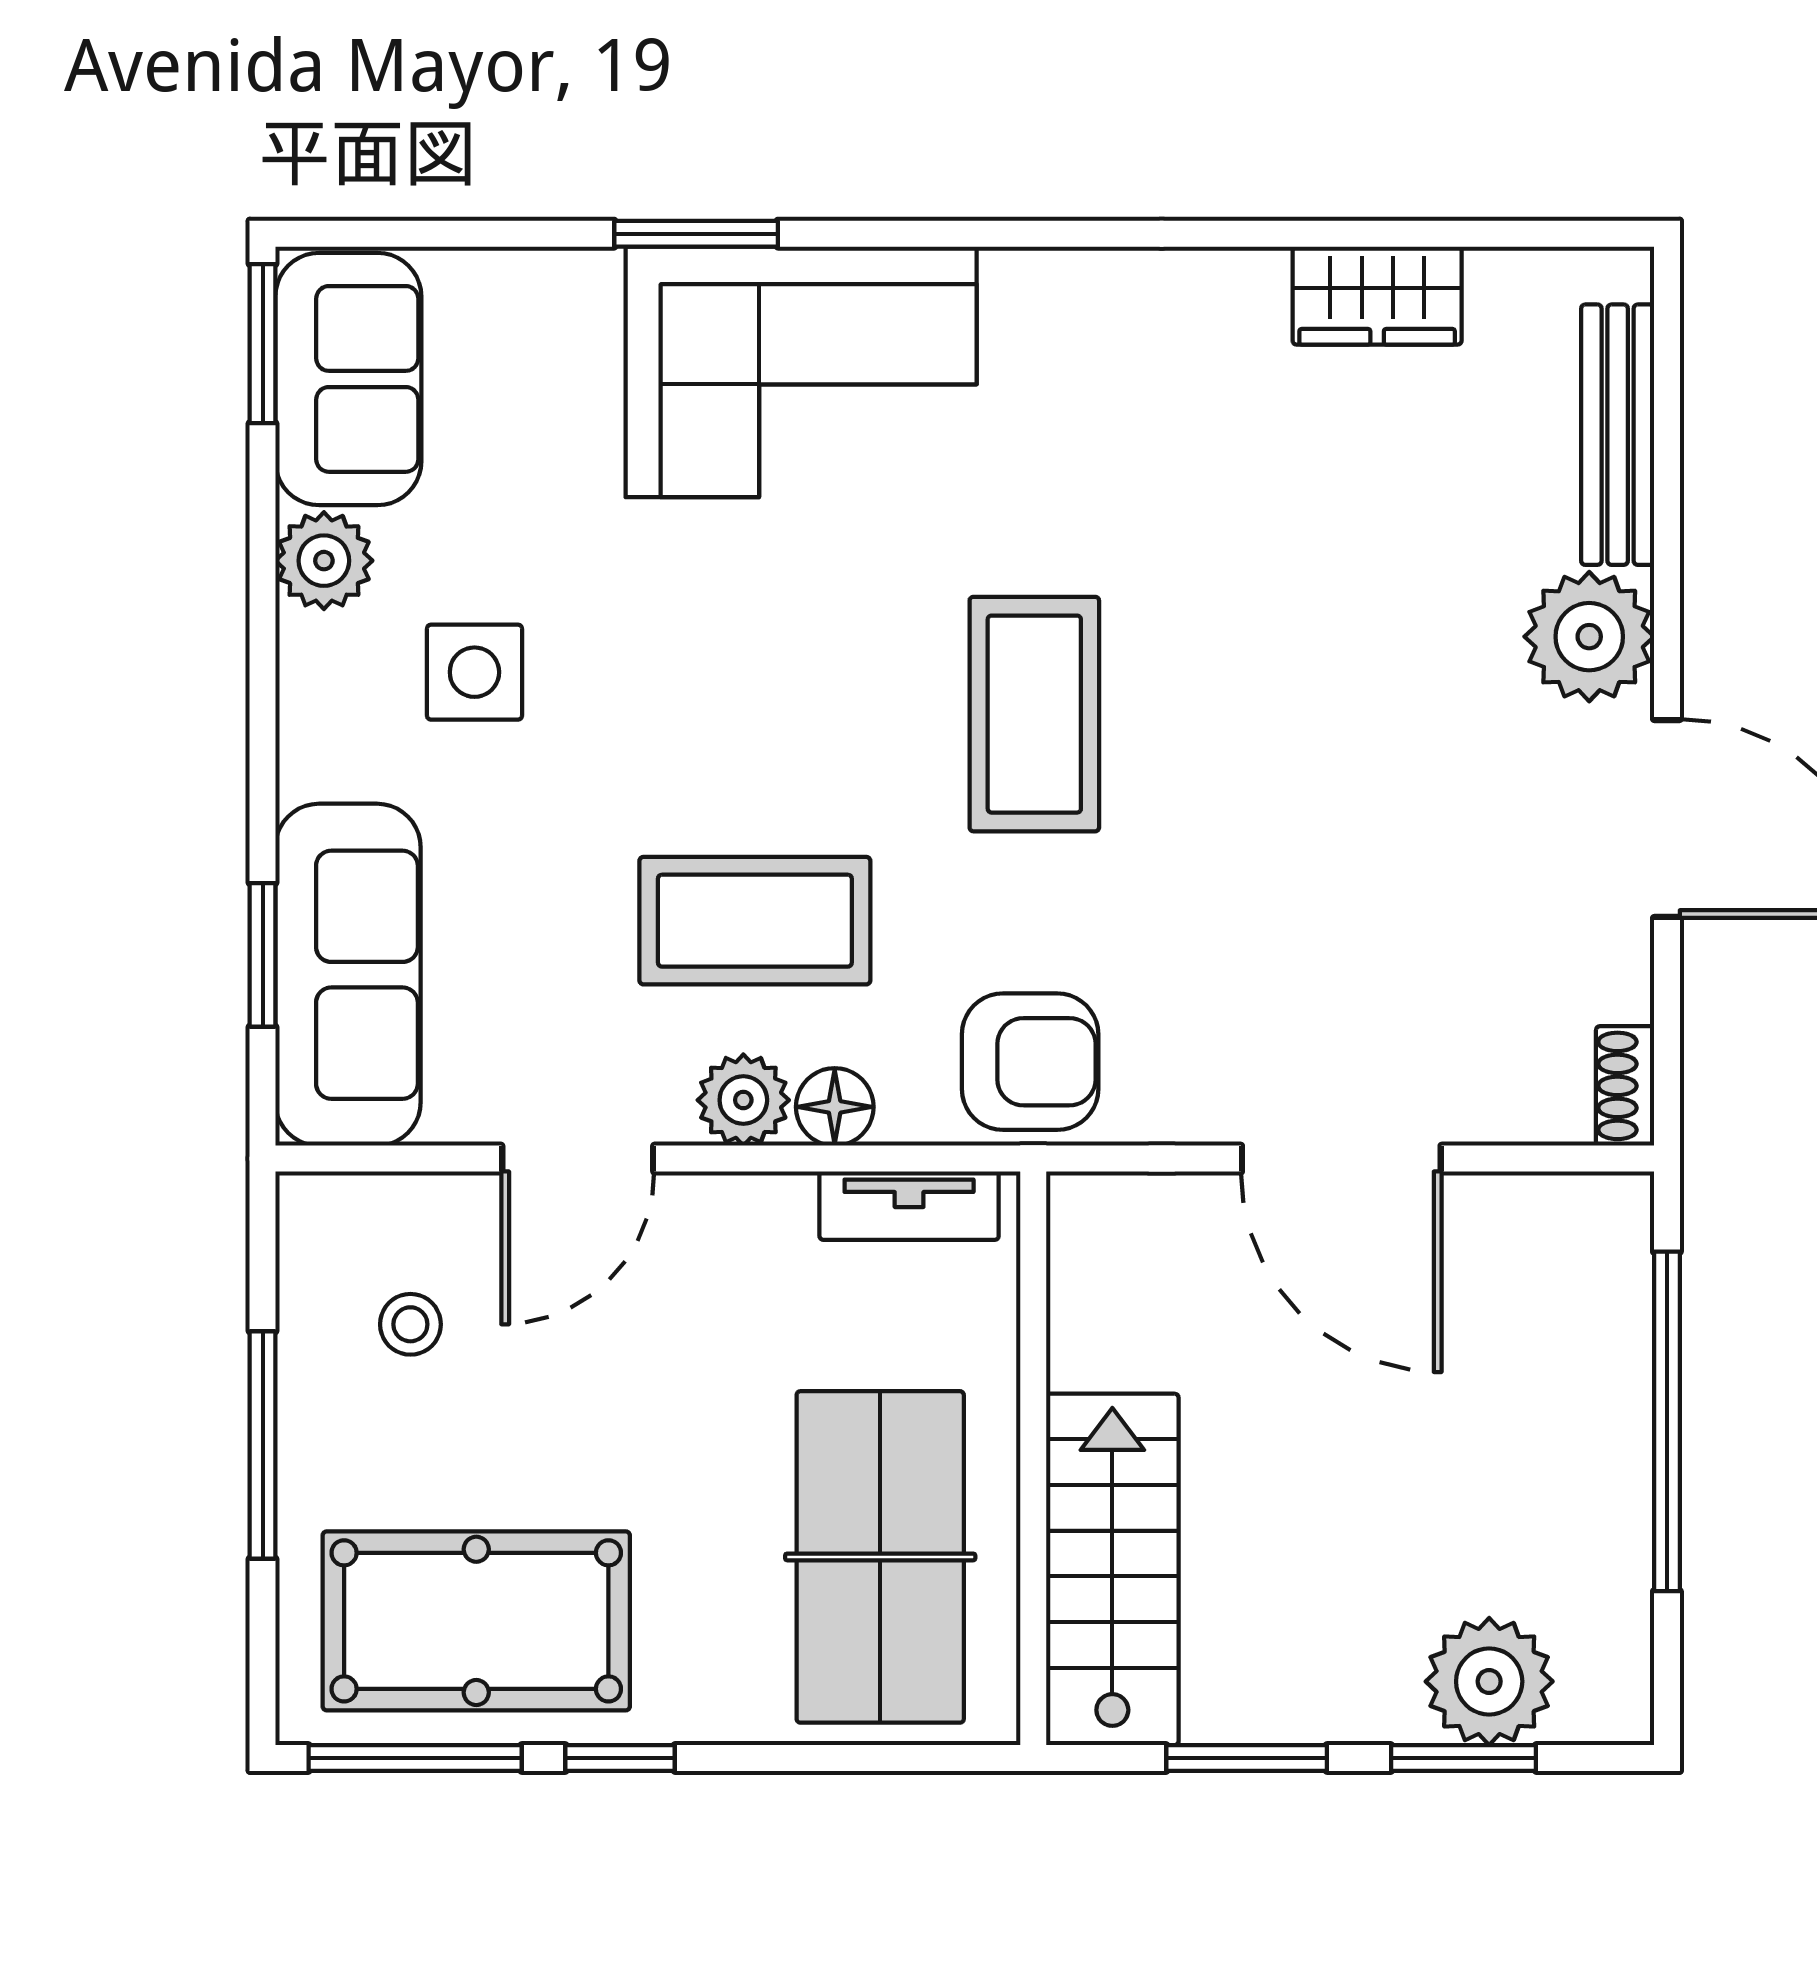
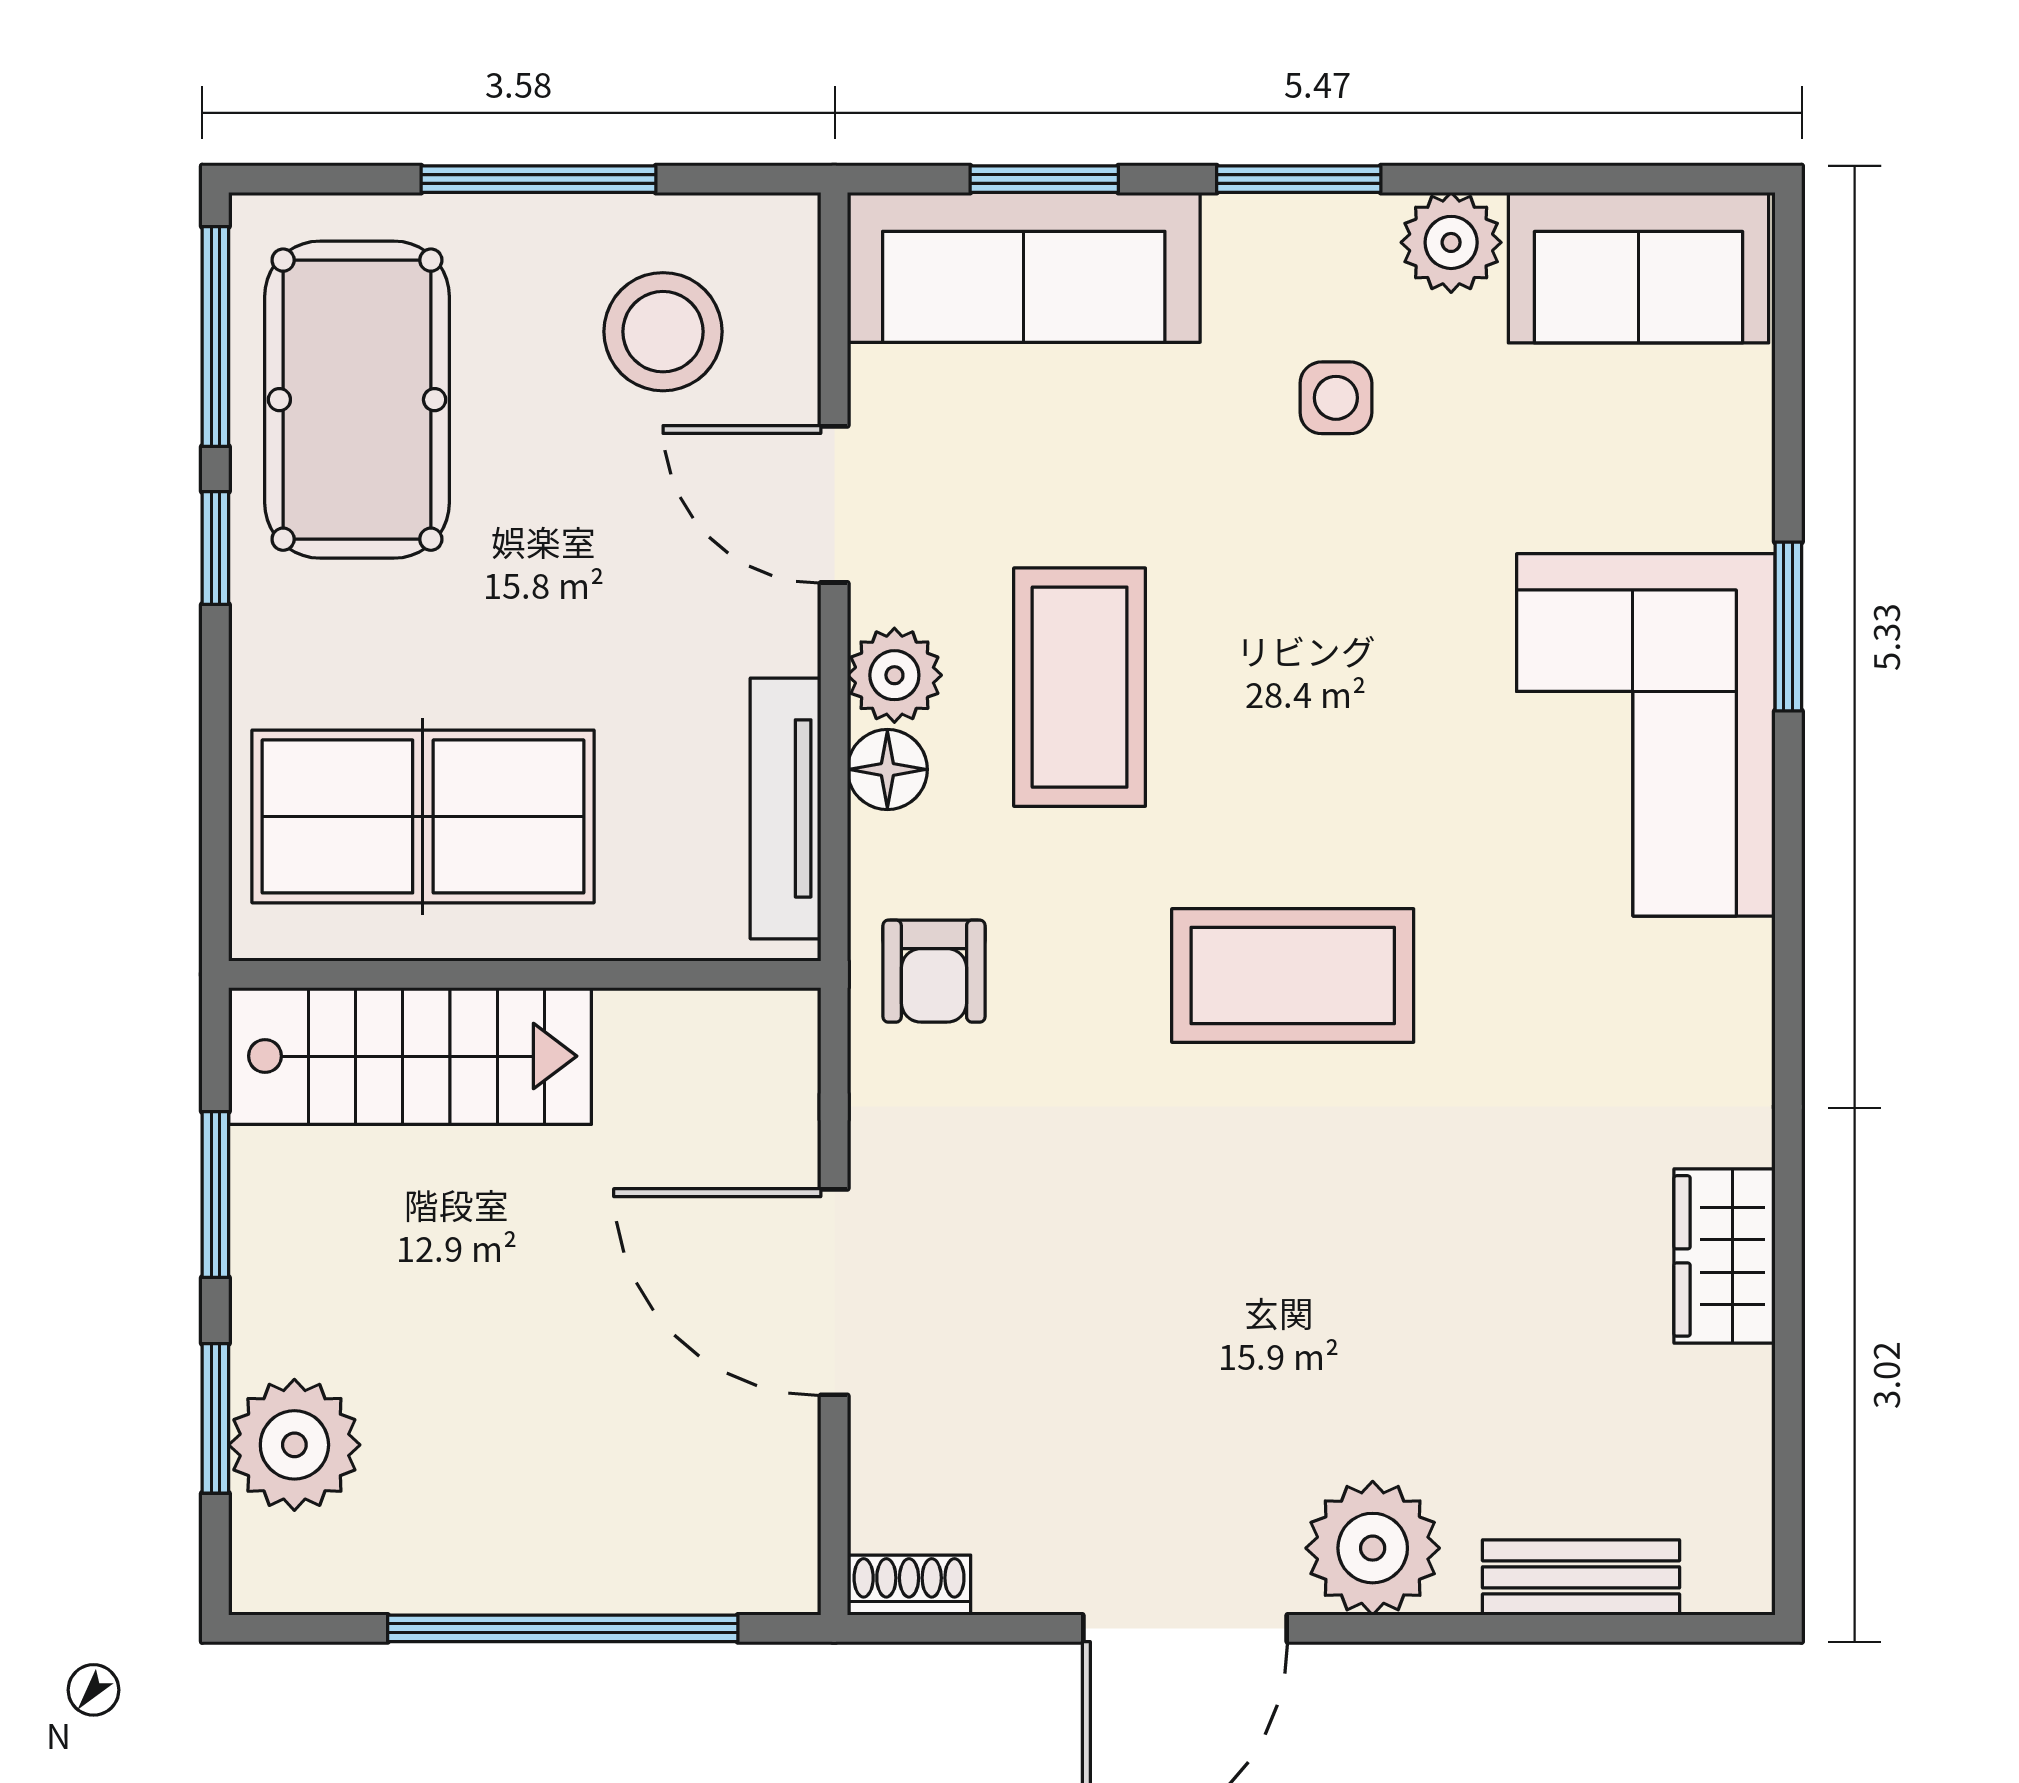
wardrobe: (1377, 296) -> (1725, 1256), moved
window: (263, 344) -> (1299, 179), moved
bench: (1618, 435) -> (1581, 1577), width x0.73
side table: (474, 672) -> (1336, 398), width x0.73, depth x0.73
armchair: (1030, 1062) -> (934, 971), width x0.72, depth x0.72
door: (1341, 1159) -> (834, 1292), hinge flipped
tv unit: (909, 1206) -> (785, 808), width x1.41
stool: (410, 1324) -> (663, 332), width x1.89, depth x1.89

